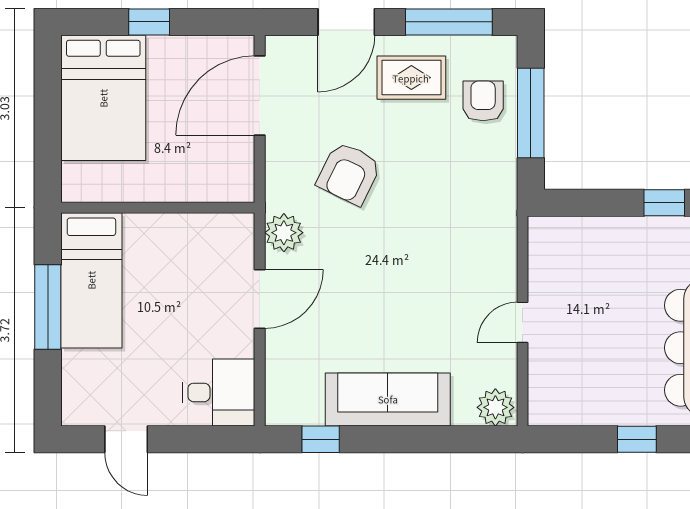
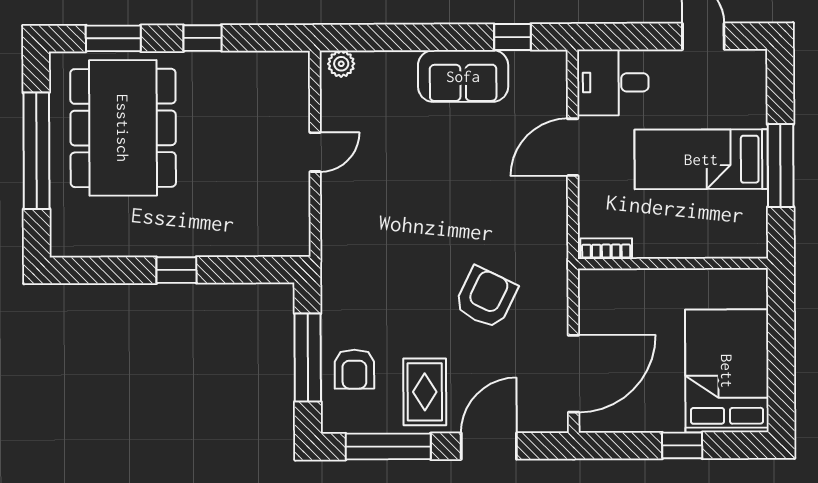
rug: (411, 78) -> (425, 392), turned 90
bookcase: (226, 223) -> (606, 249), added
plant: (284, 233) -> (549, 239), removed
bed: (91, 280) -> (701, 159), moved, turned -90
door: (260, 299) -> (573, 147), moved
sofa: (388, 399) -> (463, 76), width x0.73
plant: (495, 407) -> (341, 64), width x0.73, depth x0.73

